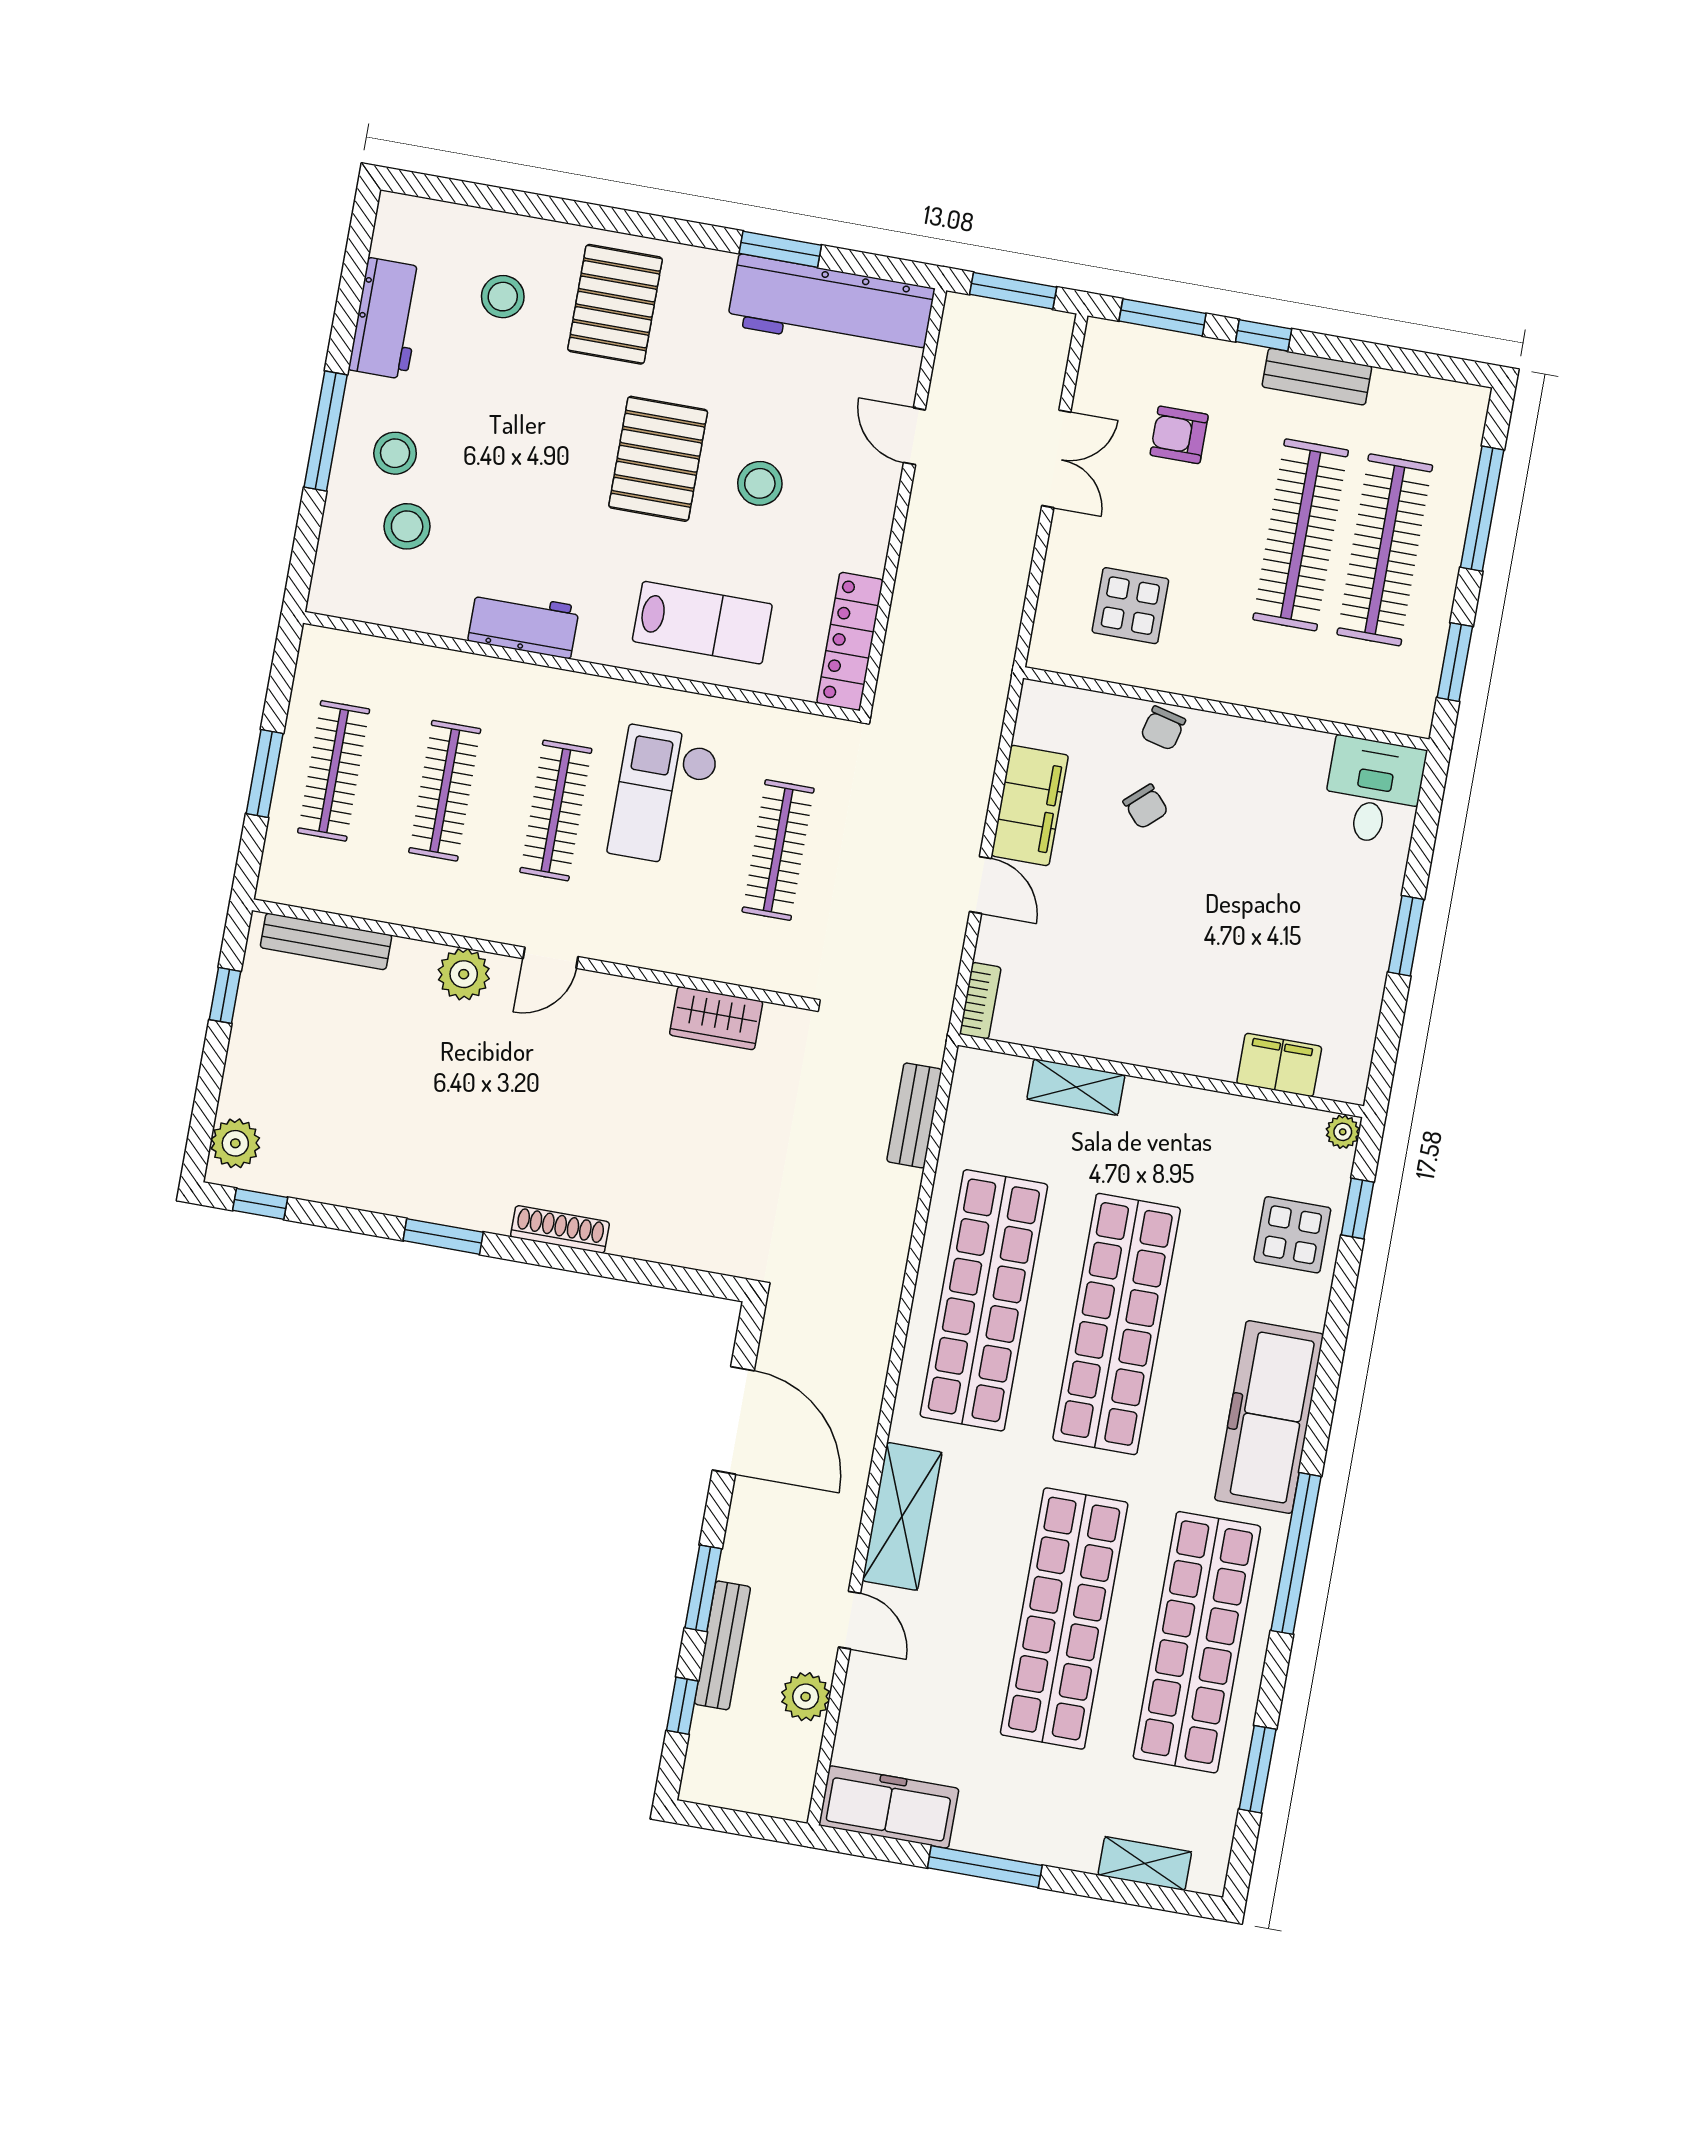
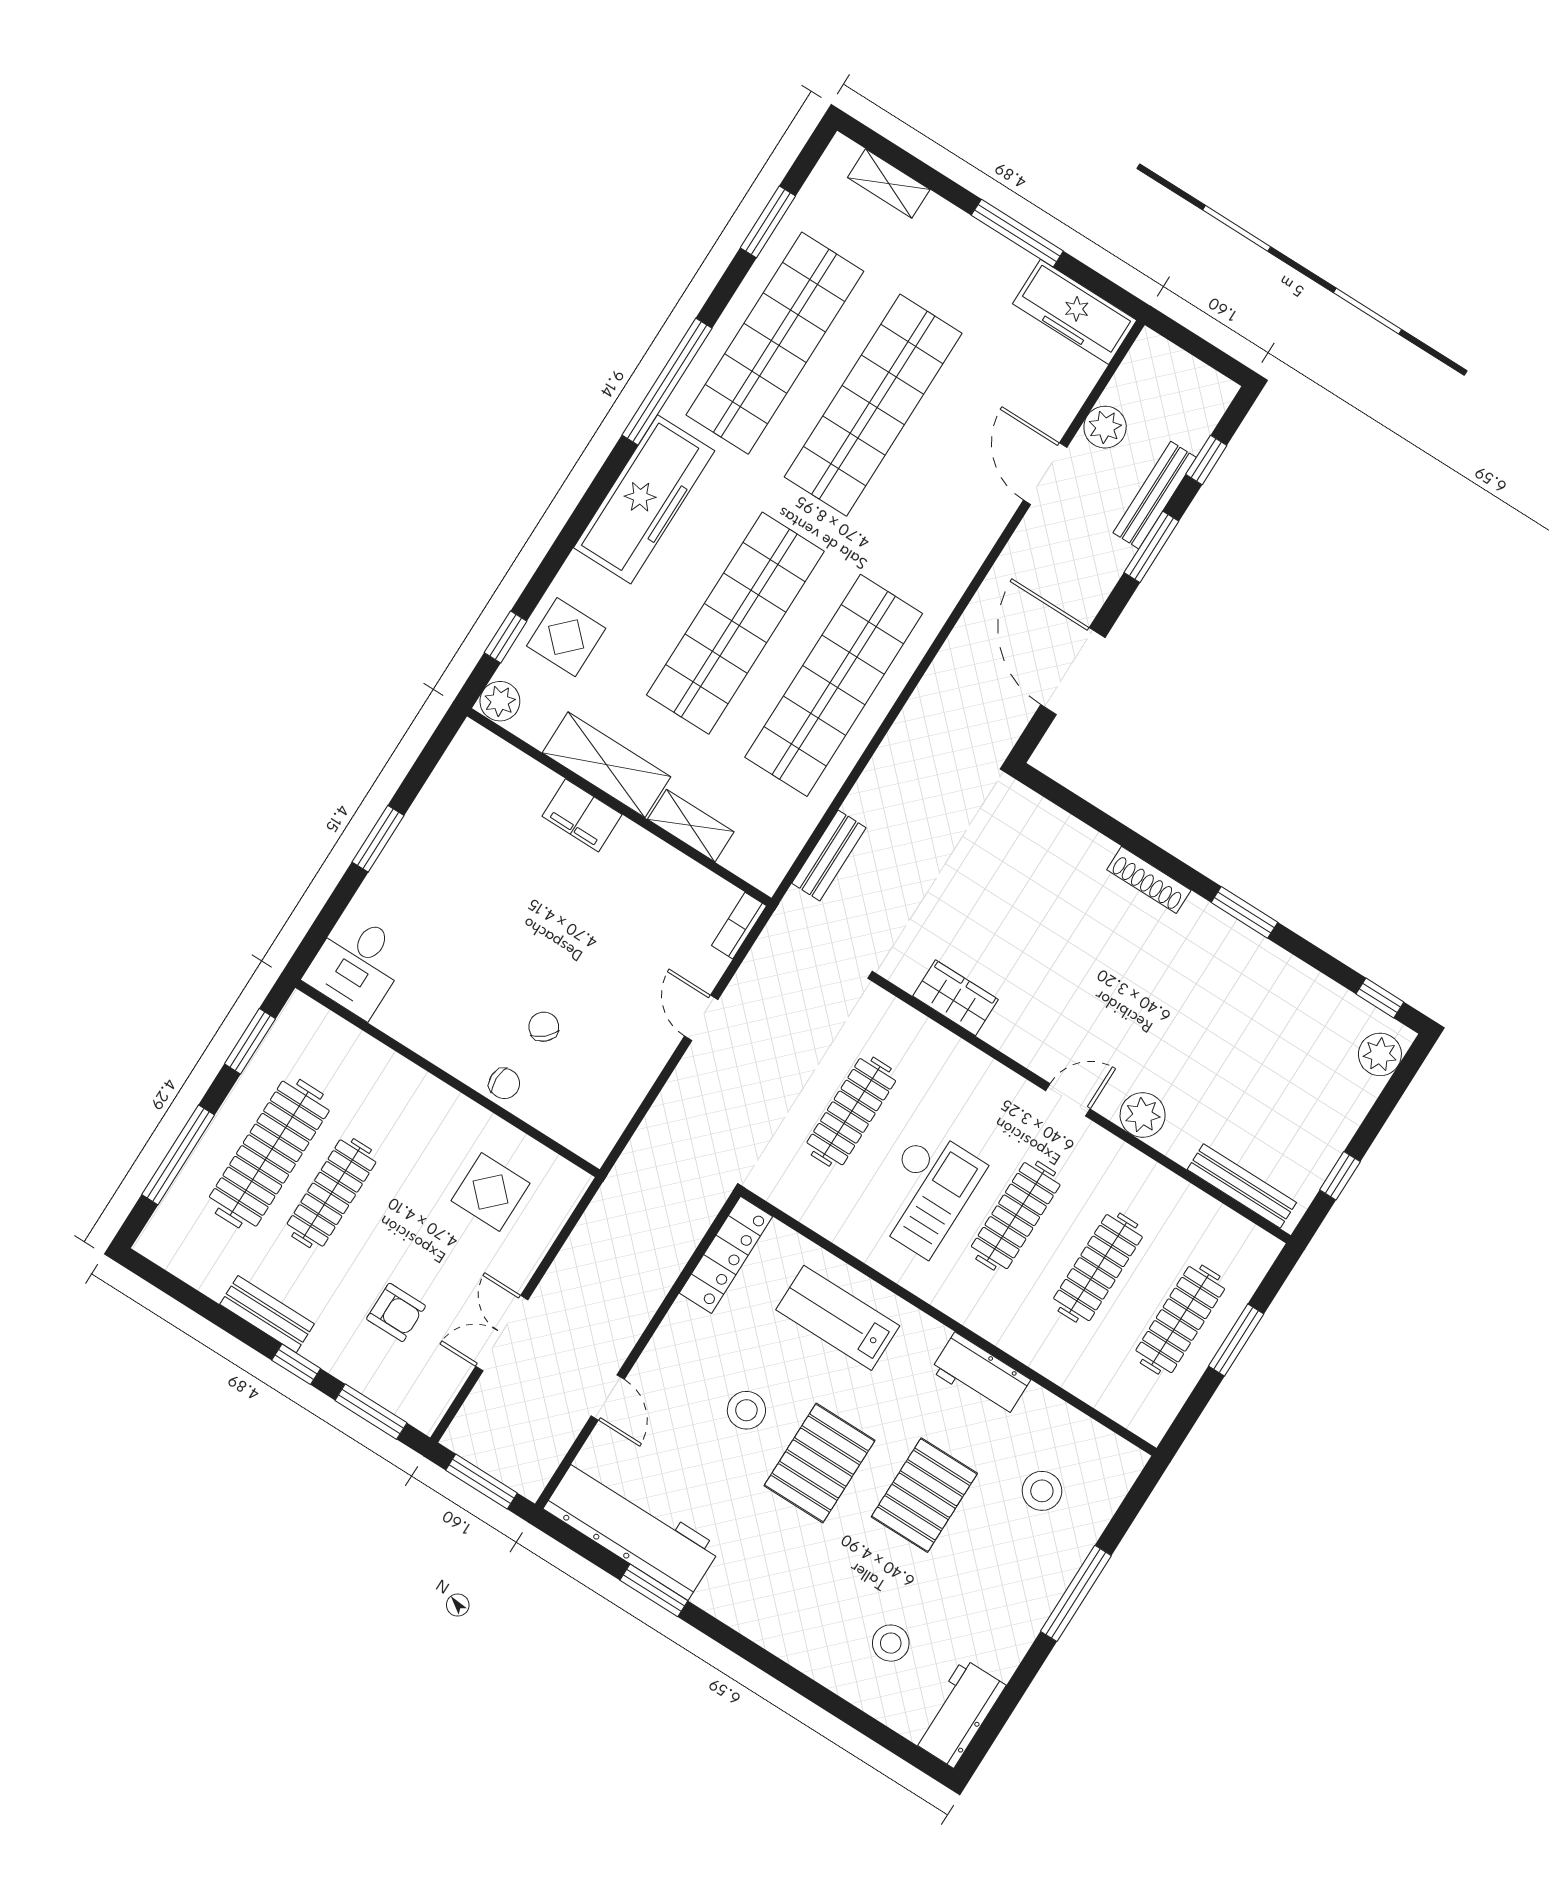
pallet: (615, 304) -> (924, 1495), moved
workbench: (387, 319) -> (959, 1713), moved
stool: (395, 453) -> (1028, 1553), removed
clothes rail: (1301, 535) -> (332, 1193), width x0.73, depth x0.76
chair: (1163, 728) -> (504, 1084), turned 76
filing cabinet: (1030, 805) -> (636, 1065), removed
filing cabinet: (1279, 1065) -> (582, 815), moved
plant: (1343, 1132) -> (500, 701), width x1.38, depth x1.38
shelving: (902, 1516) -> (606, 765), moved, turned 90
door: (849, 1620) -> (1045, 474), width x1.38

